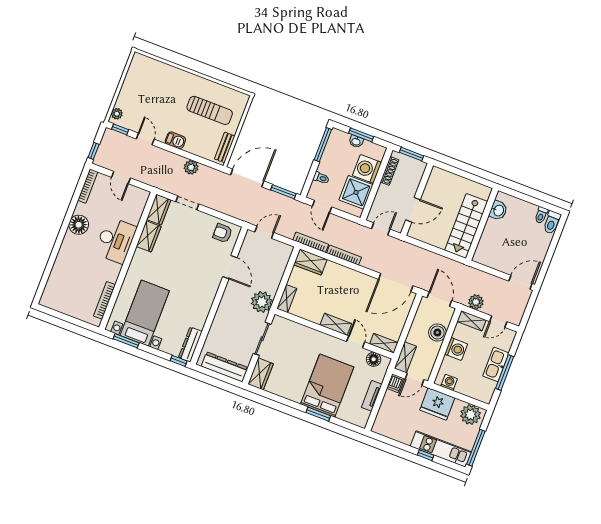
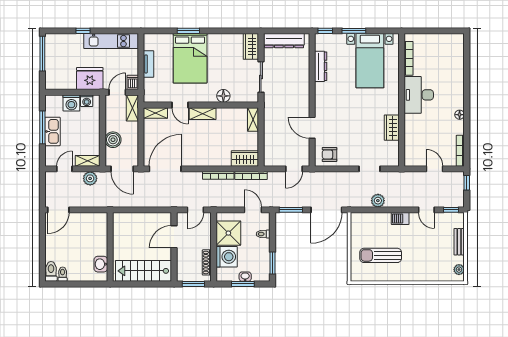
plant: (117, 114) -> (459, 270), moved
window: (323, 145) -> (272, 263), width x0.69
bench: (225, 147) -> (459, 242), moved
wardrobe: (159, 210) -> (392, 154), removed
floor lamp: (79, 225) -> (460, 115), width x0.53, depth x0.53
stairs: (466, 226) -> (144, 271), moved, turned -90
armchair: (222, 233) -> (330, 154), turned 180
desk: (116, 240) -> (419, 95), moved
plant: (262, 302) -> (273, 108), removed
window: (126, 341) -> (354, 31), moved
dresser: (190, 345) -> (321, 66), moved
washing machine: (456, 349) -> (71, 103), moved, turned -90
floor lamp: (374, 359) -> (223, 96), moved
plant: (471, 415) -> (58, 80), removed
kitchen unit: (441, 449) -> (111, 41), moved

